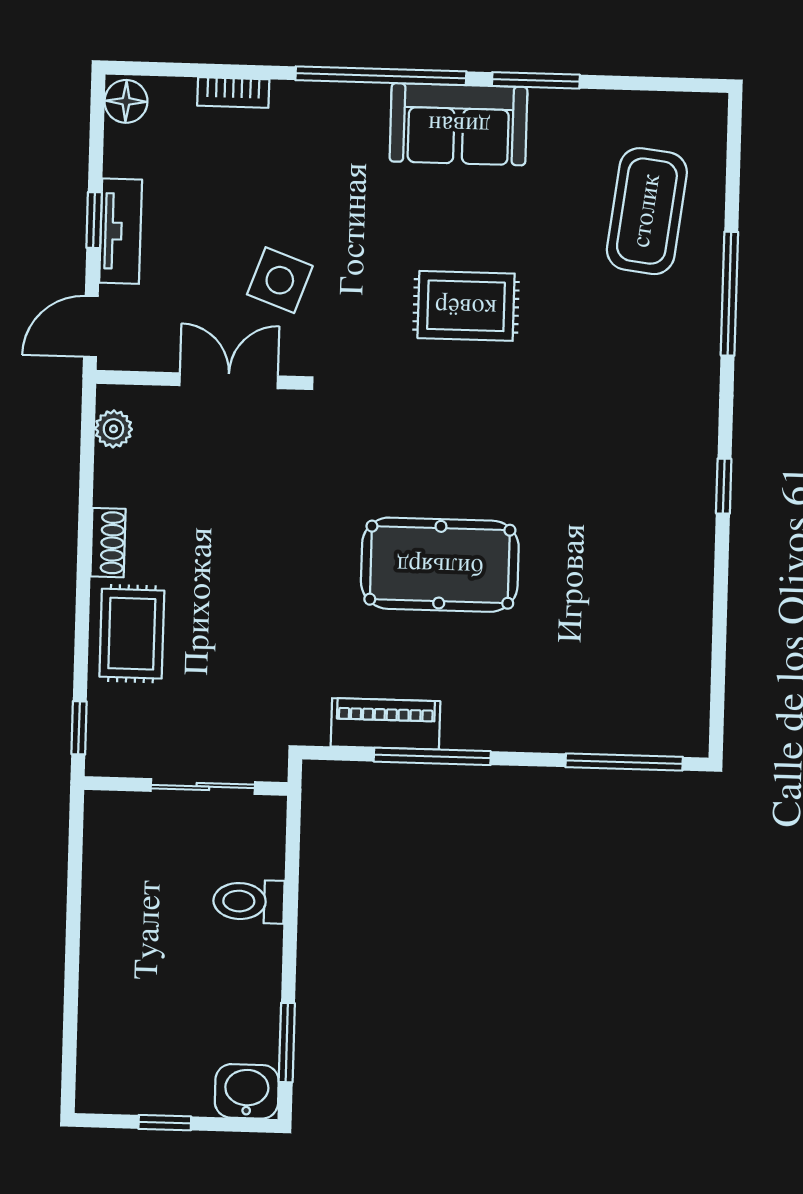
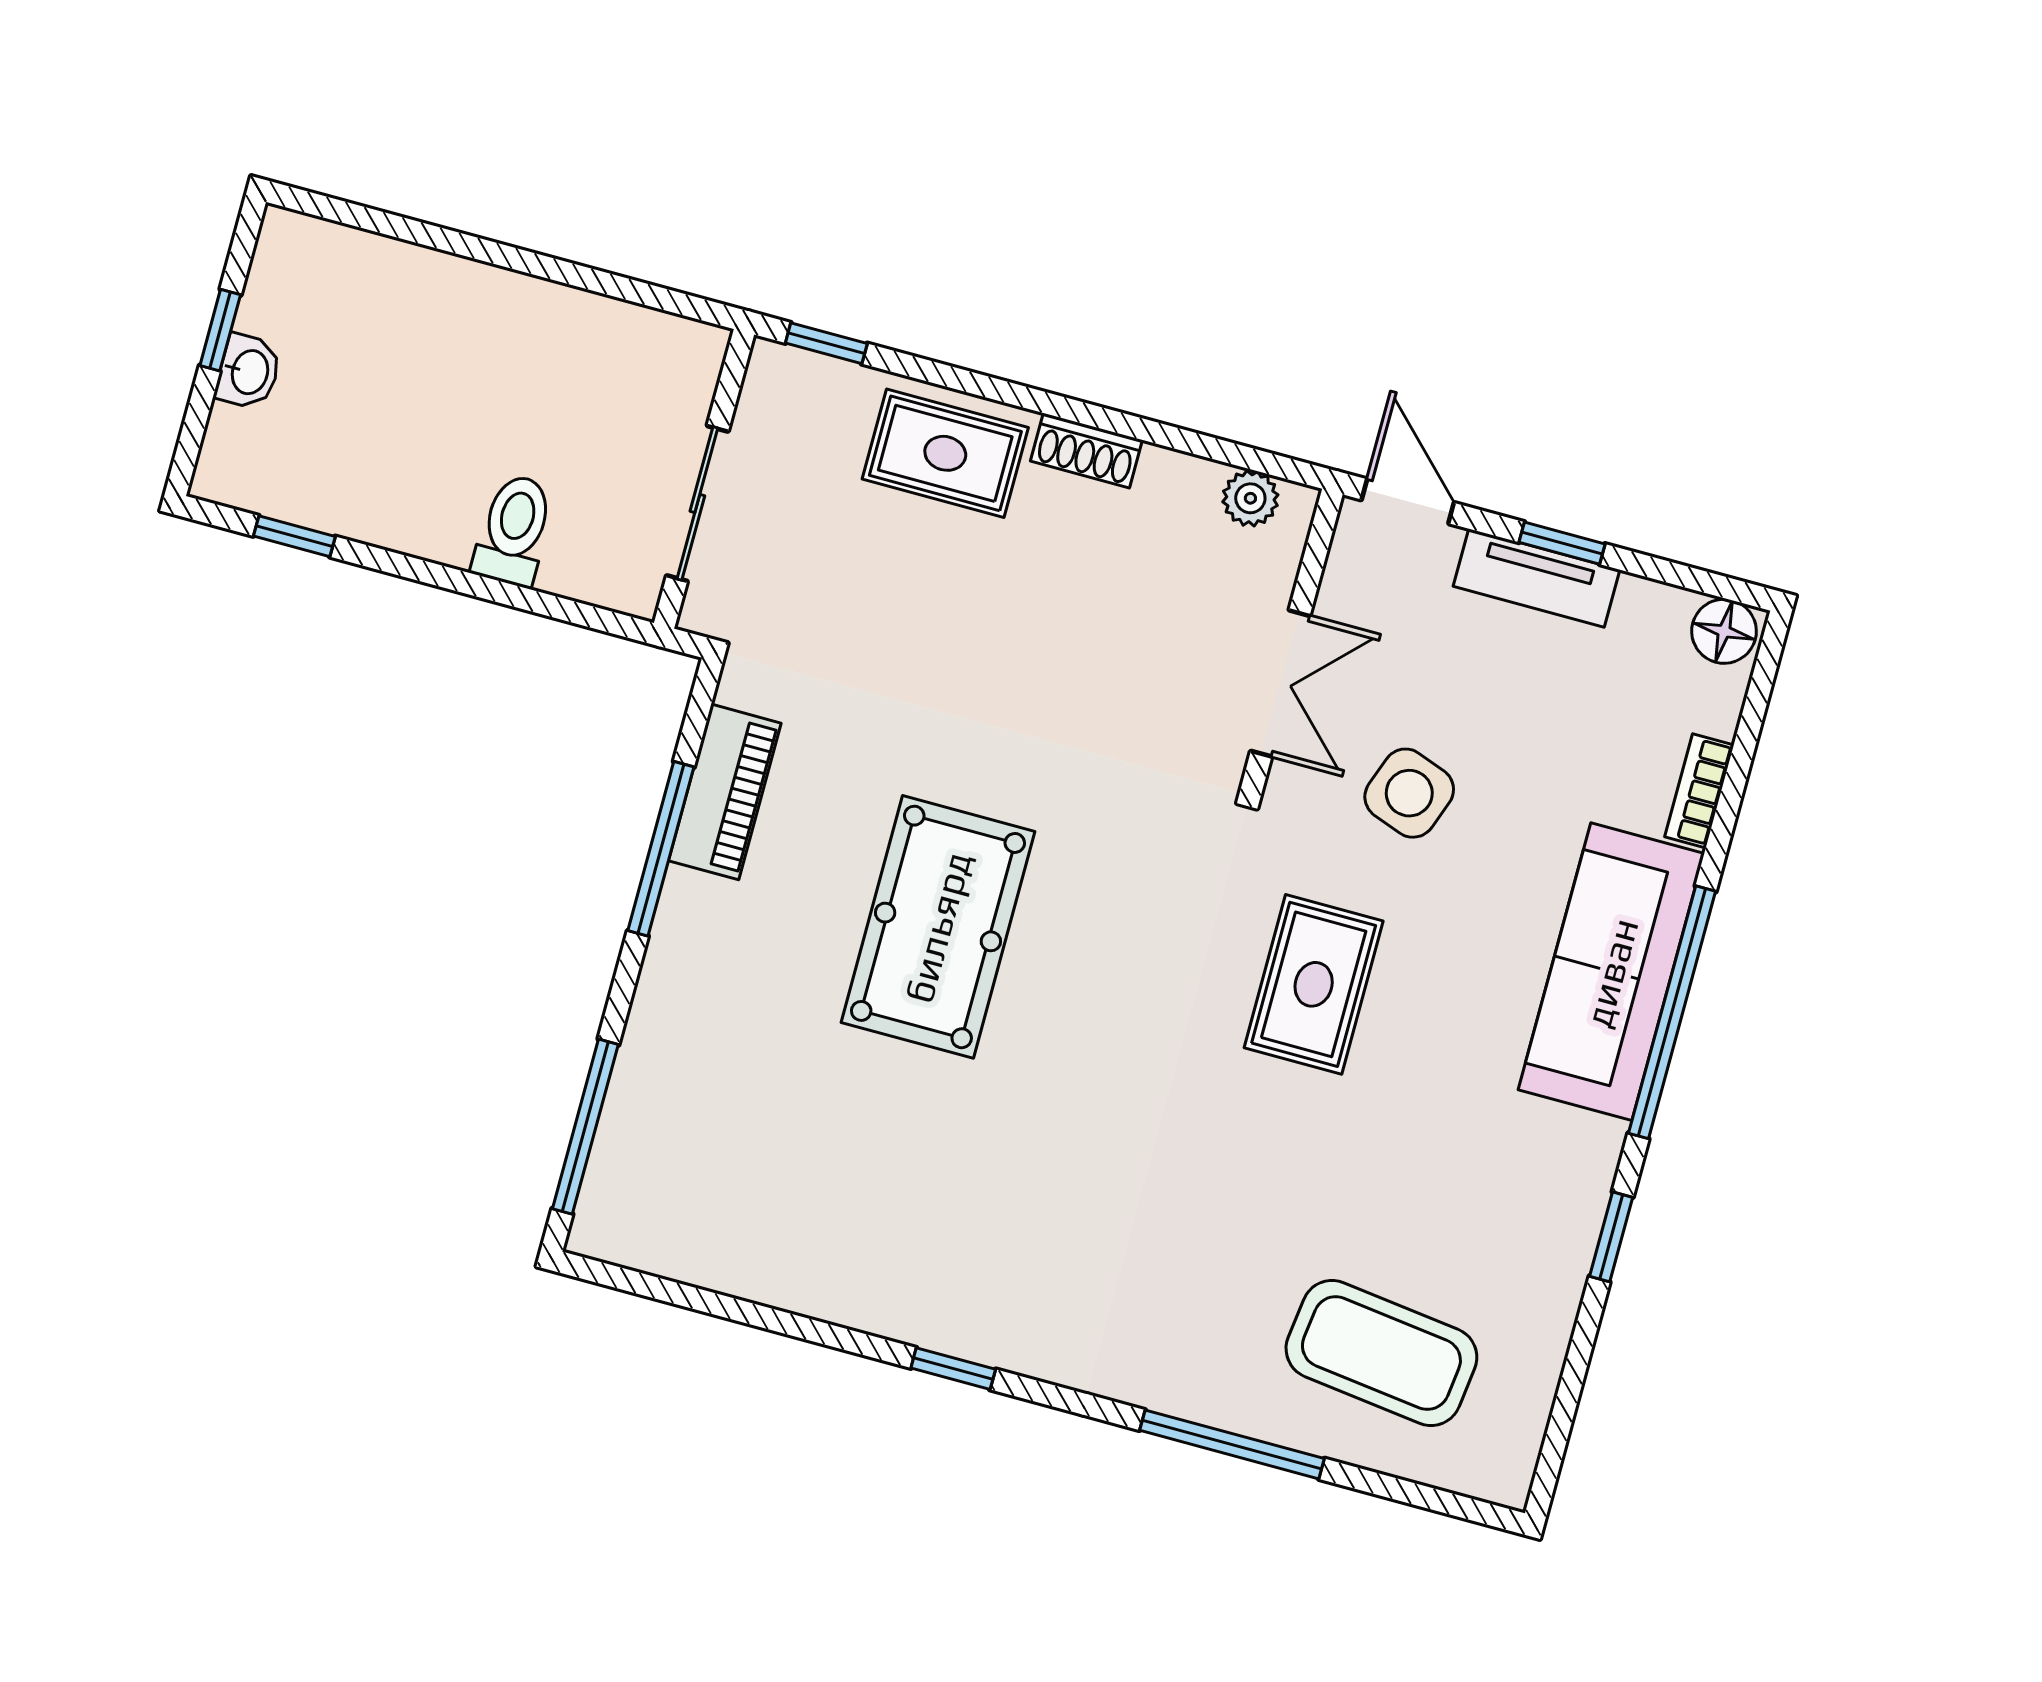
window: (536, 80) -> (1611, 1237), width x0.67
sofa: (459, 124) -> (1611, 972), moved, width x1.36
rug: (466, 306) -> (1314, 984), moved
window: (287, 1043) -> (294, 536), width x0.67
washbasin: (247, 1091) -> (248, 372), moved, width x0.72, depth x0.69

